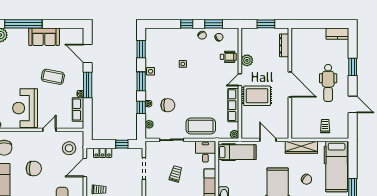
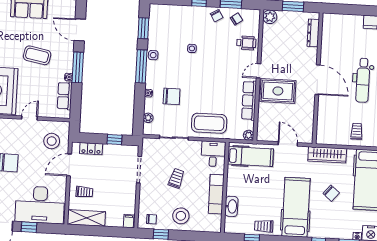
plant: (247, 60) -> (270, 17), moved
window: (141, 81) -> (141, 66), width x1.44
window: (141, 107) -> (140, 97), removed

